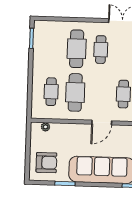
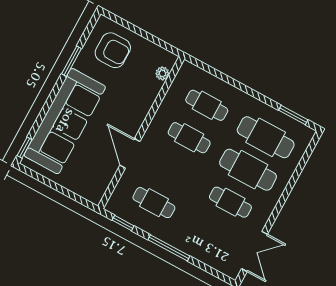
cafe table: (53, 48) -> (266, 137), added
cafe table: (75, 92) -> (189, 138), width x0.73, depth x0.74
armchair: (46, 163) -> (113, 50), turned -90

